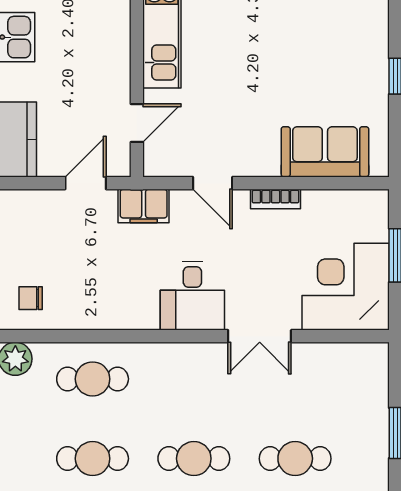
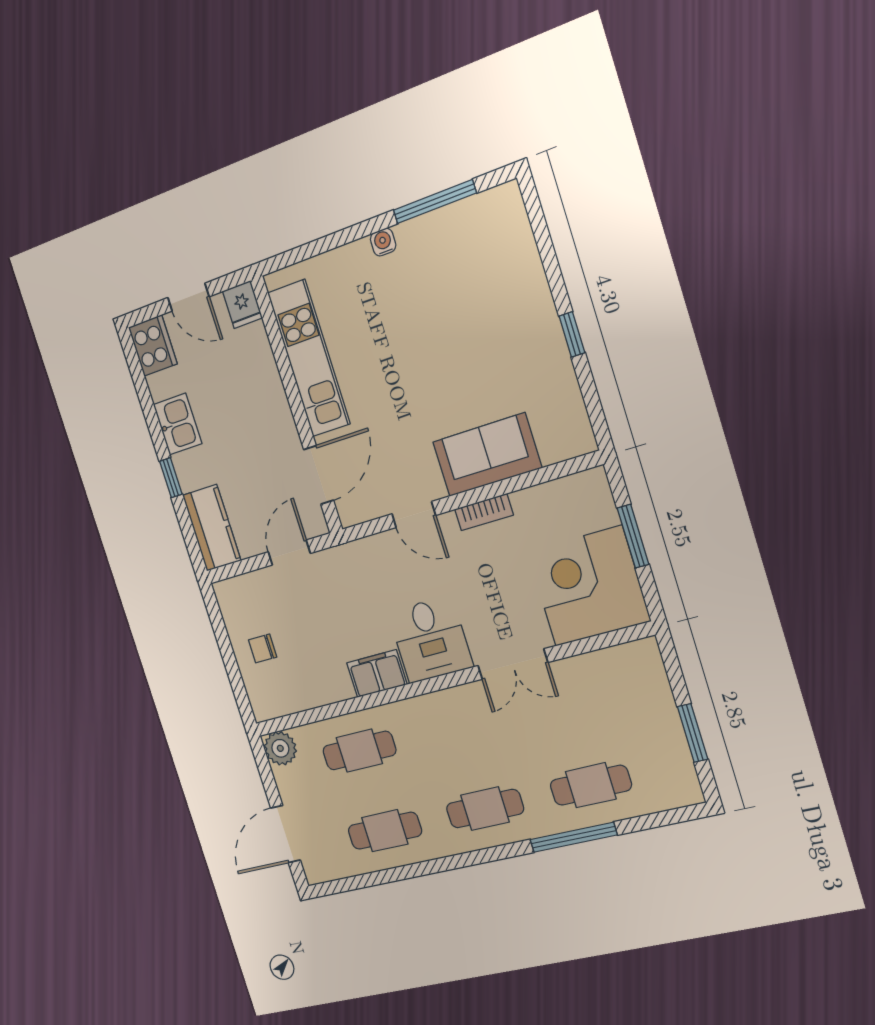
door: (137, 123) -> (319, 475), width x1.38
sofa: (325, 152) -> (487, 455), moved
filing cabinet: (144, 206) -> (377, 674), moved, turned 180
chair: (31, 298) -> (263, 648), moved

